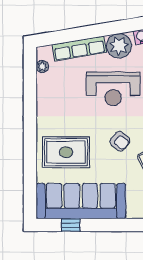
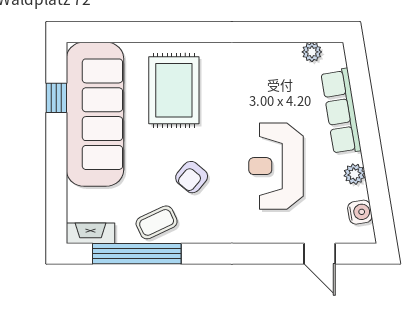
plant: (119, 46) -> (354, 174), width x0.53, depth x0.53

